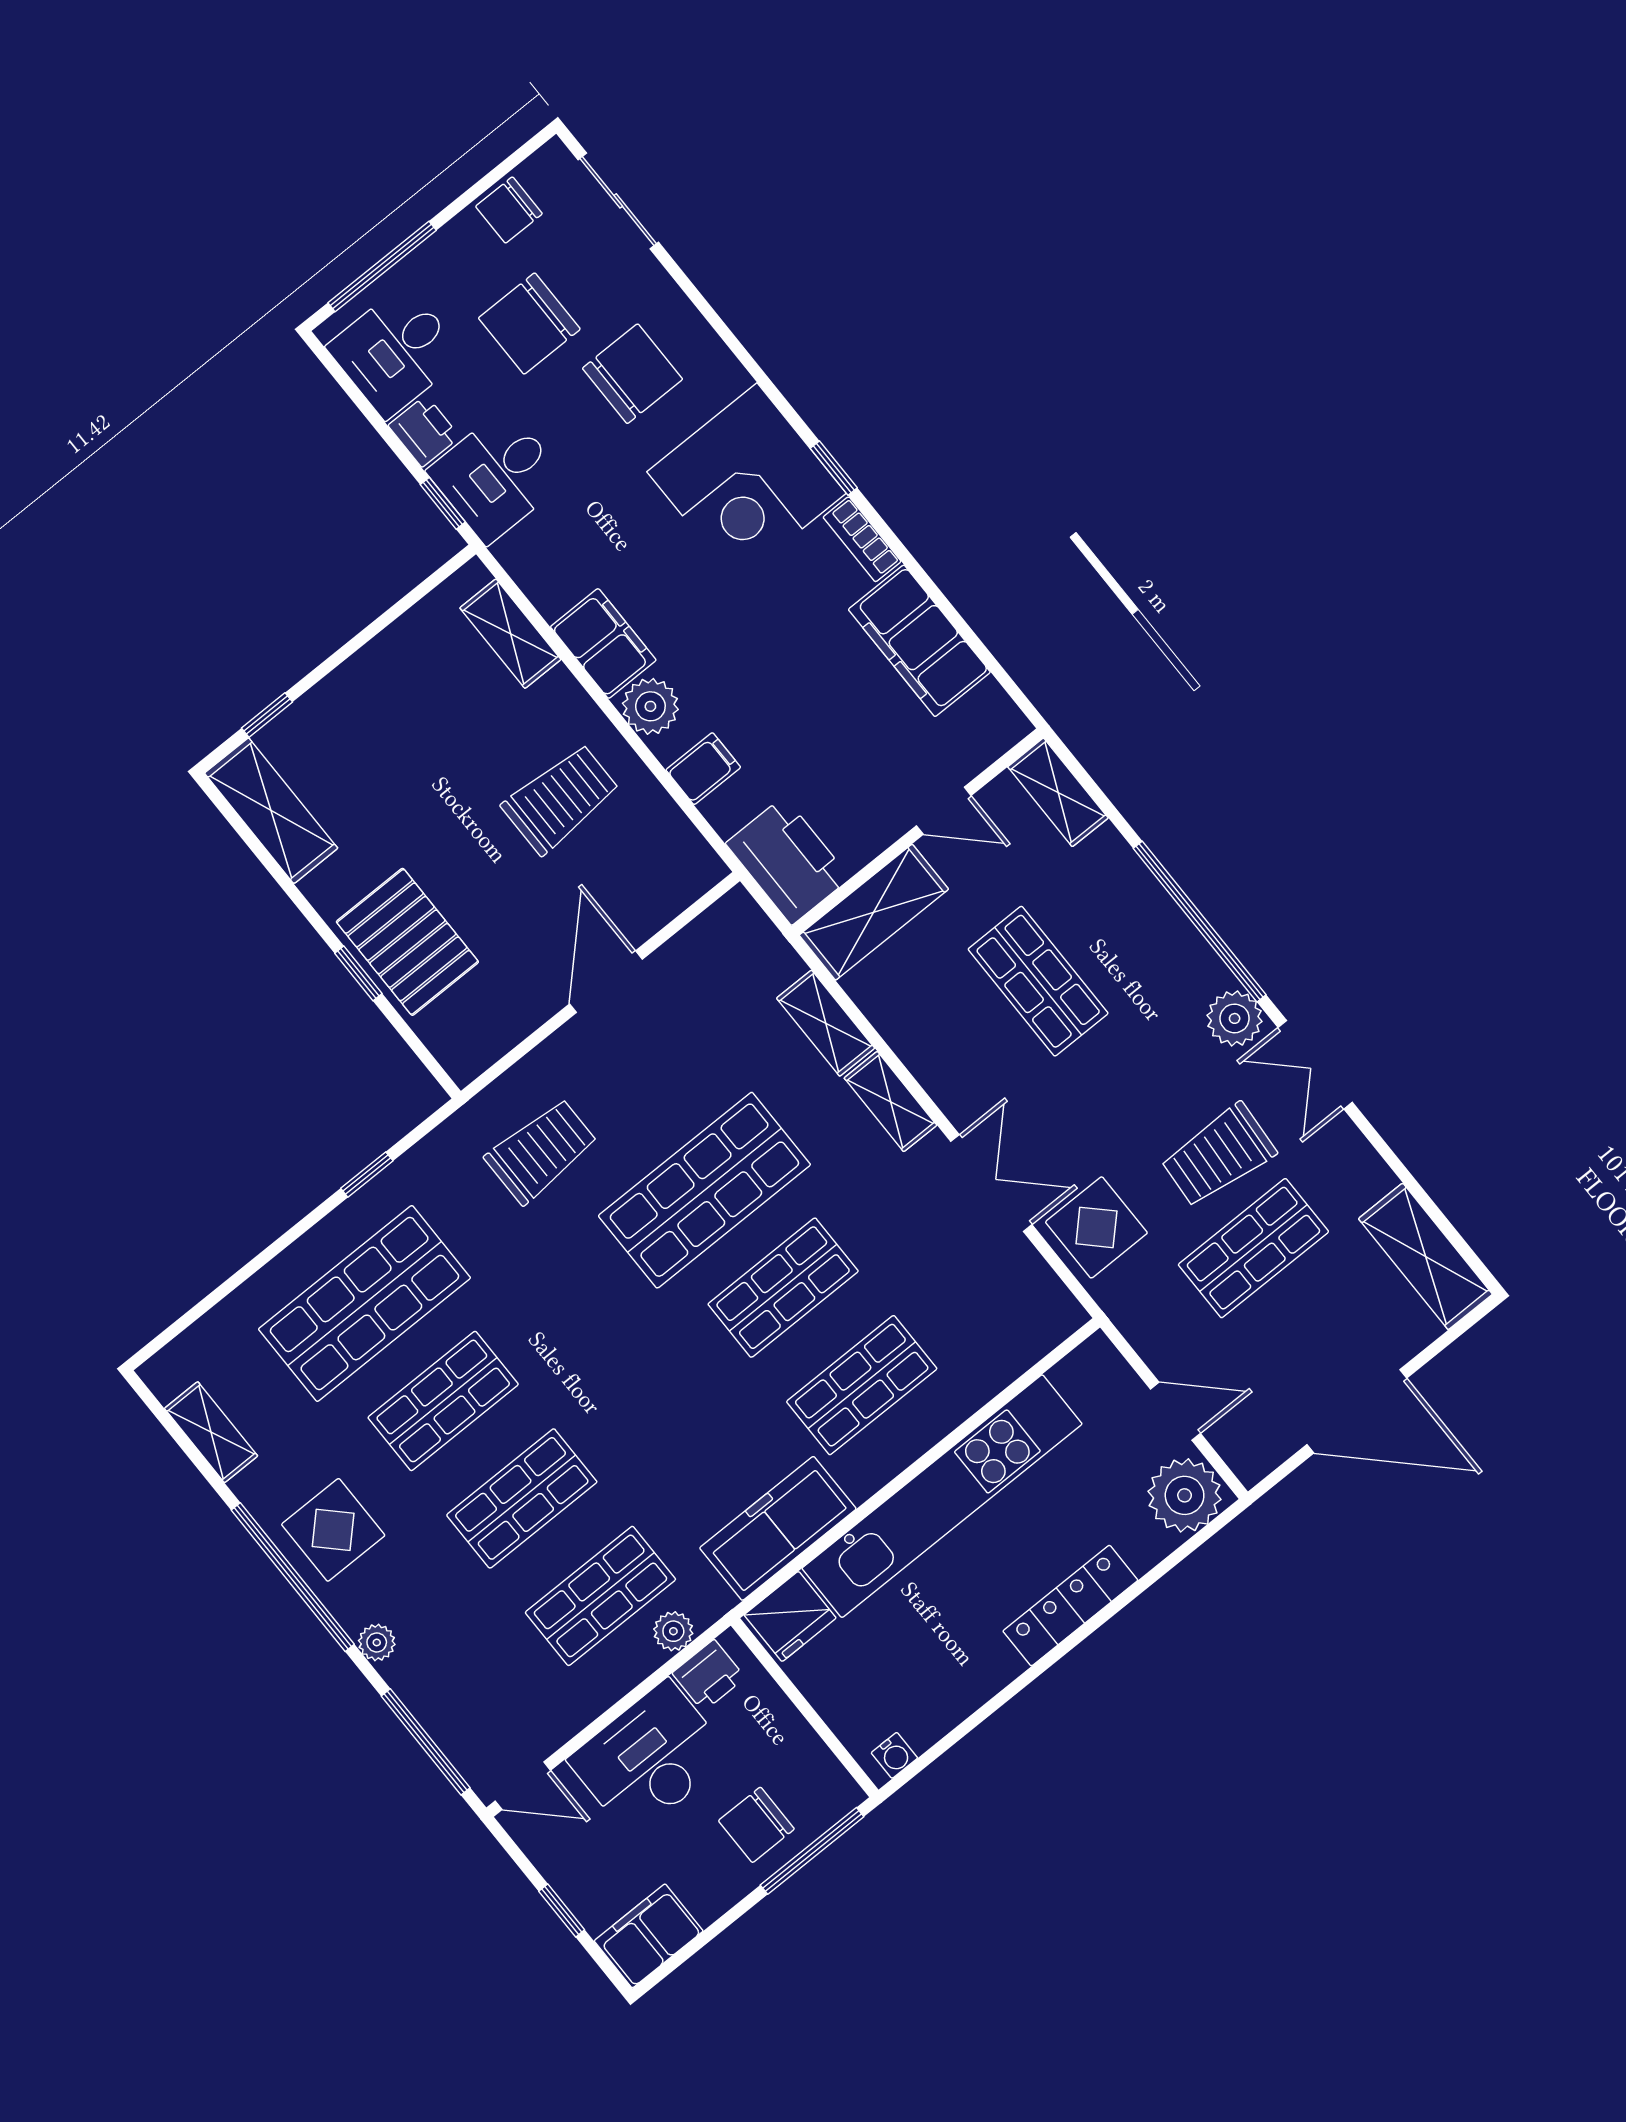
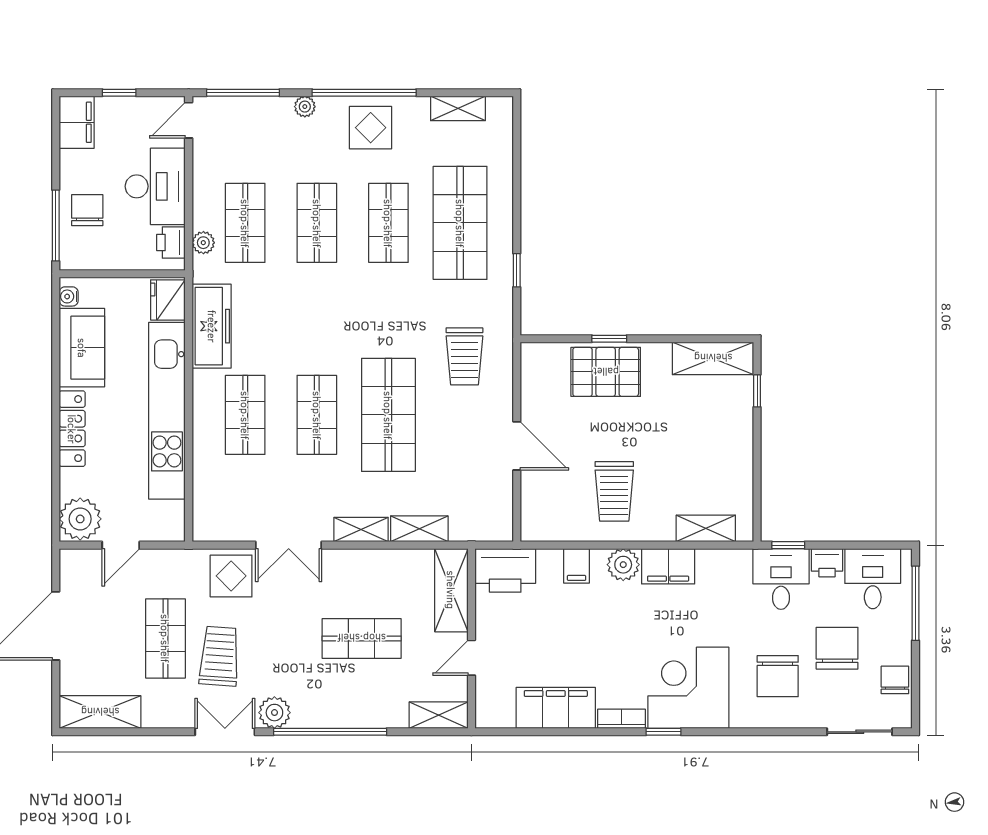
sofa: (950, 1681) -> (82, 348), added

